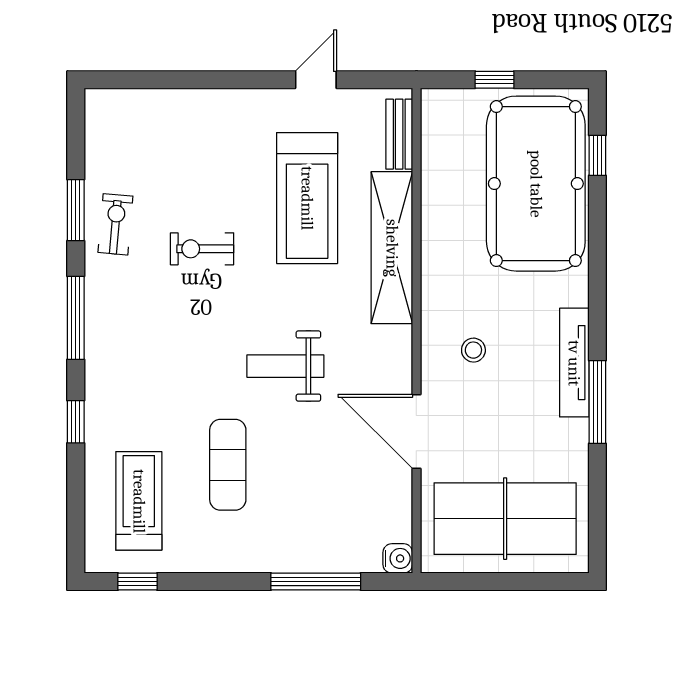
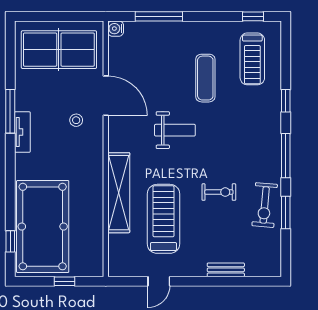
bench: (399, 134) -> (226, 270), moved, turned 90
exercise bike: (115, 224) -> (265, 205), width x1.38, depth x1.39
stool: (473, 350) -> (76, 120), moved
tv unit: (574, 363) -> (22, 132), width x0.71

